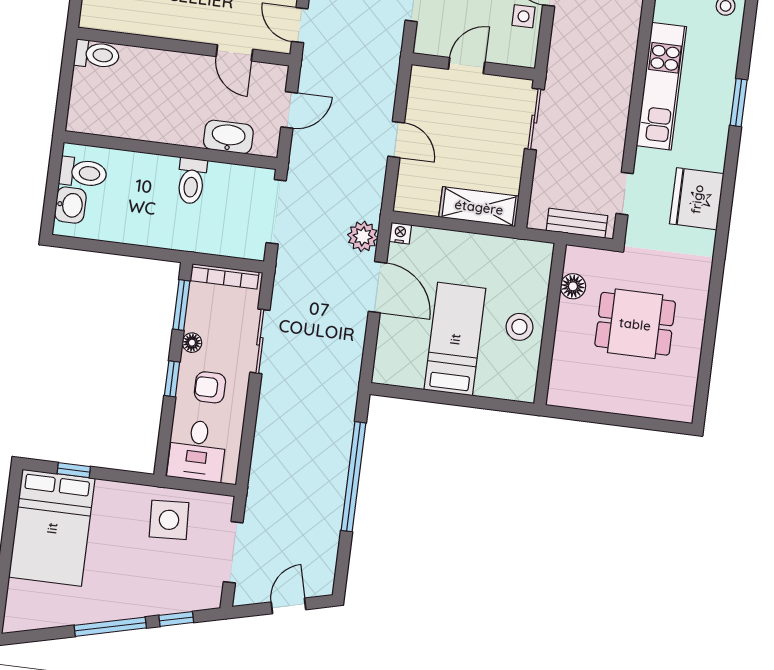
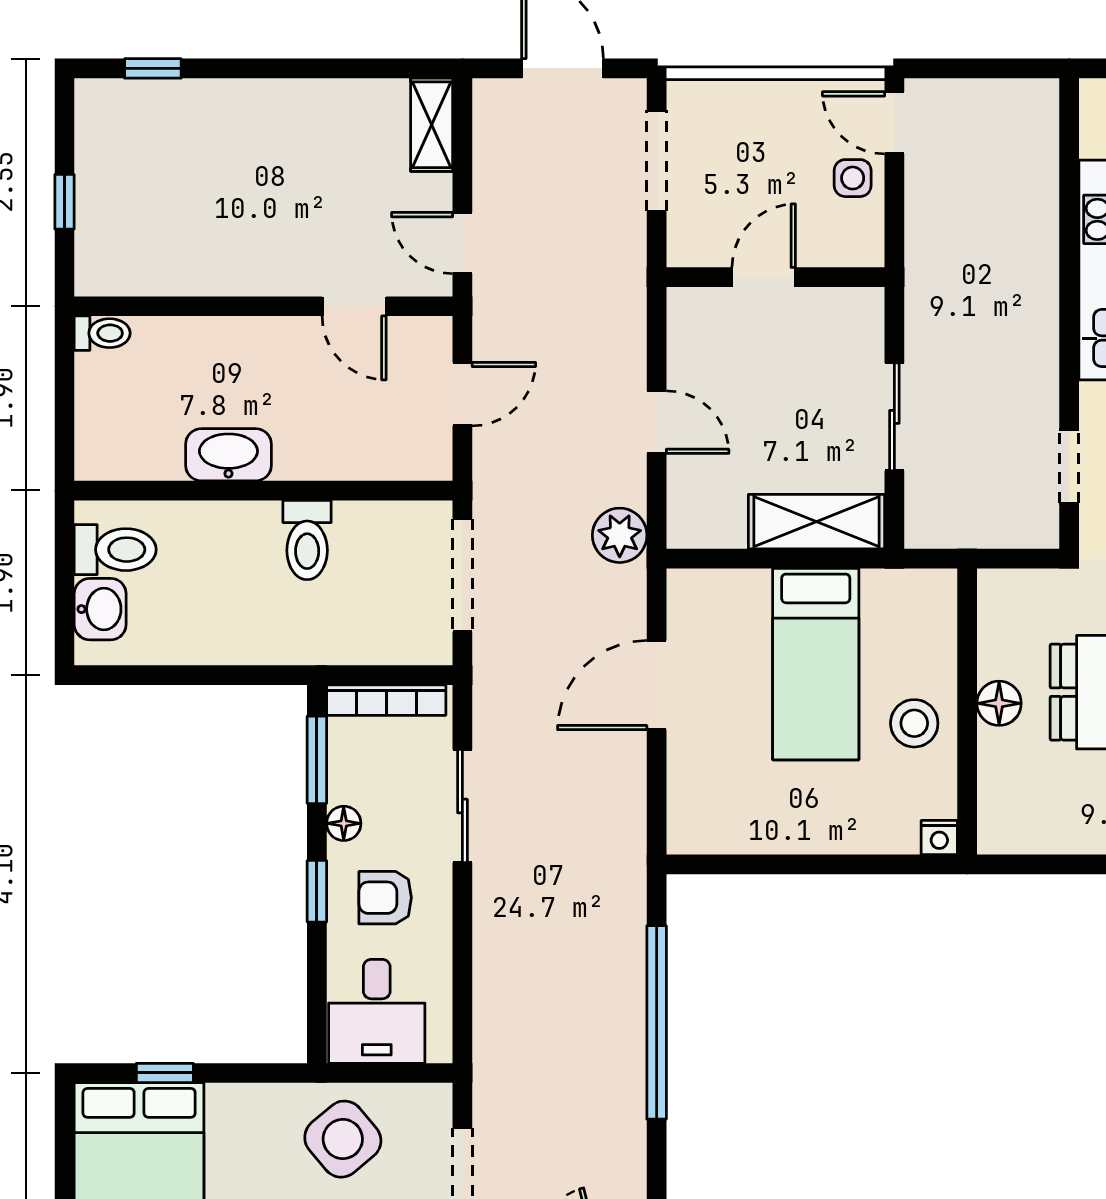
toilet: (97, 55) -> (102, 333), width x0.73, depth x0.72
sliding door: (534, 119) -> (894, 417), moved
washbasin: (228, 137) -> (228, 455), moved
bench: (577, 223) -> (992, 529), removed
nightstand: (400, 233) -> (939, 837), moved, turned 180
plant: (363, 236) -> (620, 535), moved
floor lamp: (573, 286) -> (999, 703), moved
door: (377, 287) -> (657, 685), swing flipped
bed: (455, 339) -> (816, 664), moved, turned 180
side table: (169, 520) -> (343, 1139), turned -37

